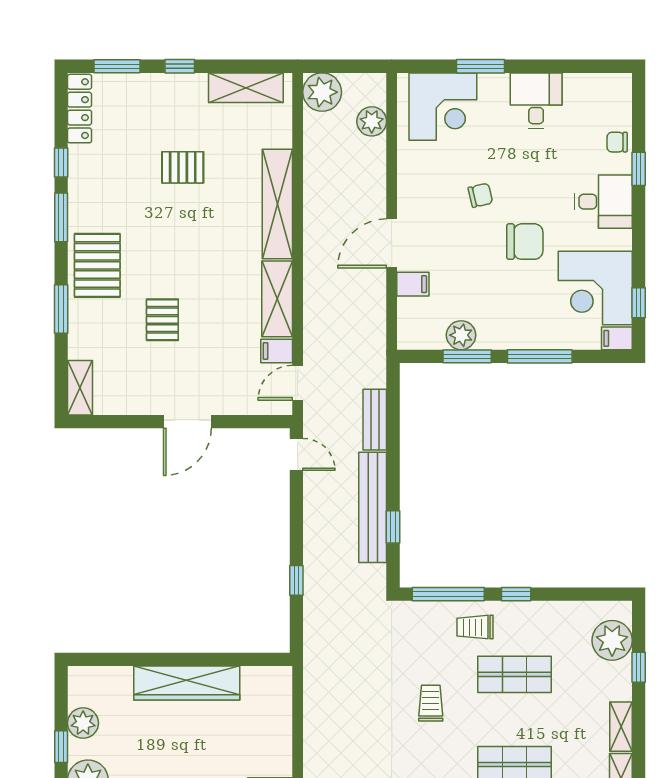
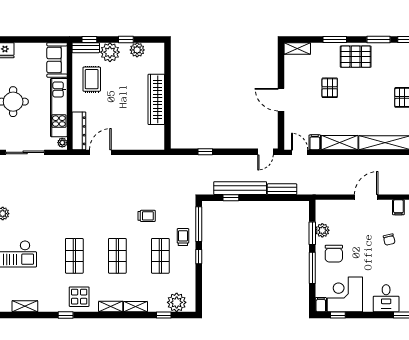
chair: (525, 242) -> (334, 254), moved
door: (392, 243) -> (366, 197), hinge flipped
filing cabinet: (413, 284) -> (398, 207), moved
pallet: (162, 320) -> (330, 88), turned 90

